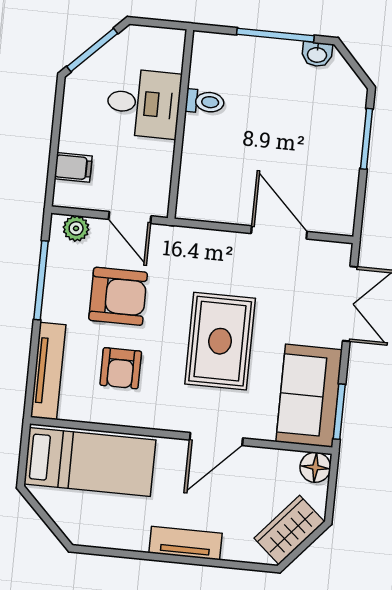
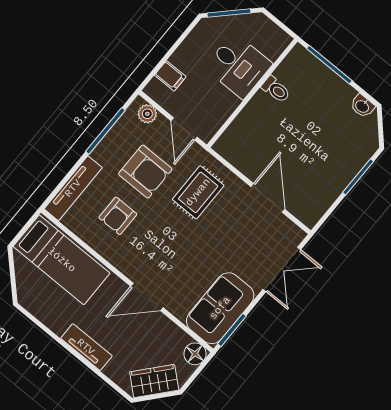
window: (275, 35) -> (329, 65), moved
rug: (220, 341) -> (198, 192), moved, width x0.73, depth x0.70

